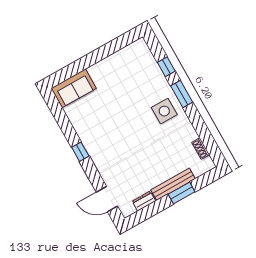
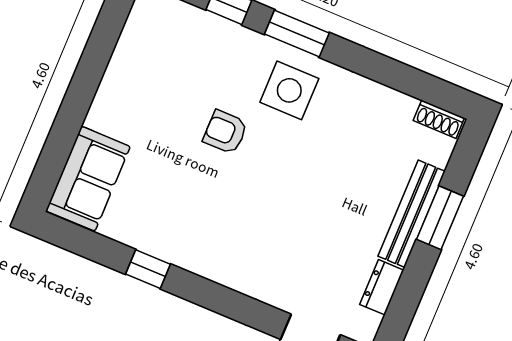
armchair: (132, 108) -> (225, 132), added
shoe rack: (201, 149) -> (439, 119), moved
window: (80, 152) -> (148, 269), moved

